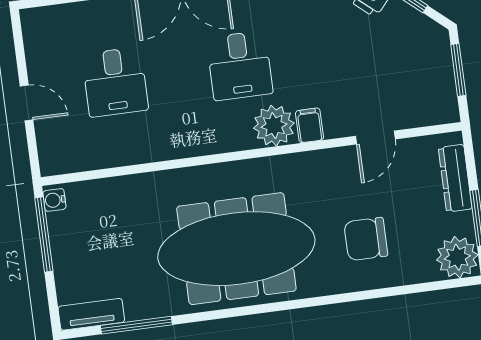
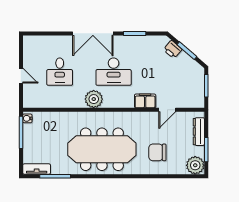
desk: (240, 66) -> (114, 72), width x1.37
filing cabinet: (310, 125) -> (145, 101), width x2.00
plant: (274, 126) -> (94, 99), moved

